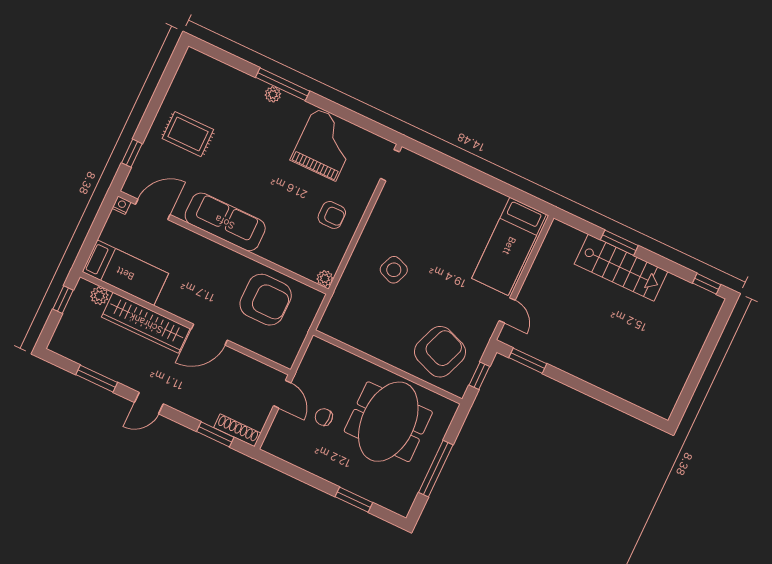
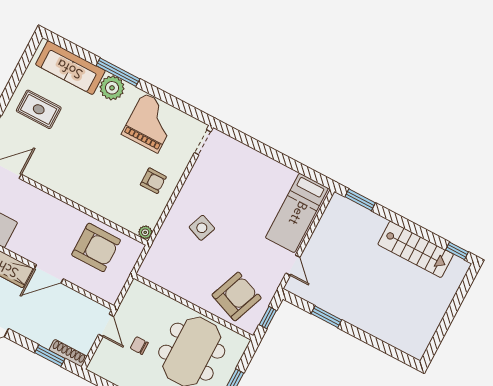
plant: (273, 94) -> (112, 88), width x1.88, depth x1.88
sofa: (225, 222) -> (70, 68), moved, turned 180
window: (619, 243) -> (360, 200), moved
stairs: (621, 268) -> (416, 249), moved
window: (528, 361) -> (326, 317), moved

